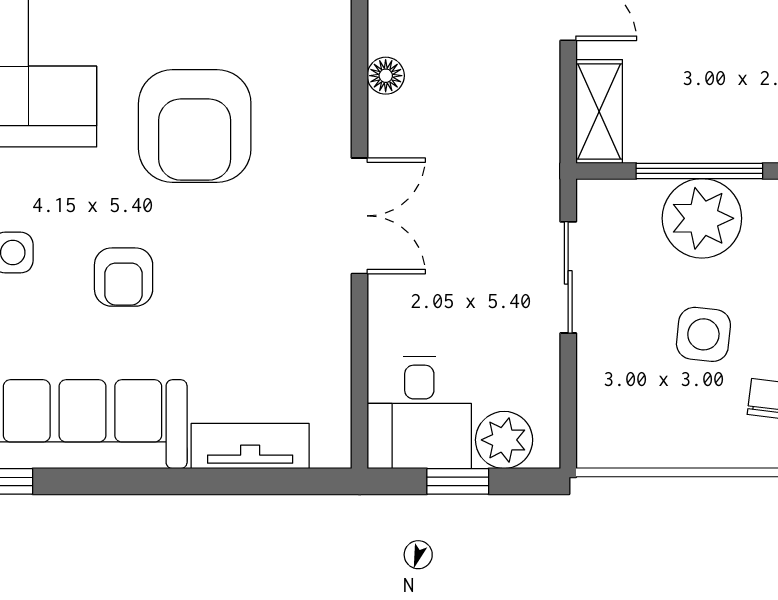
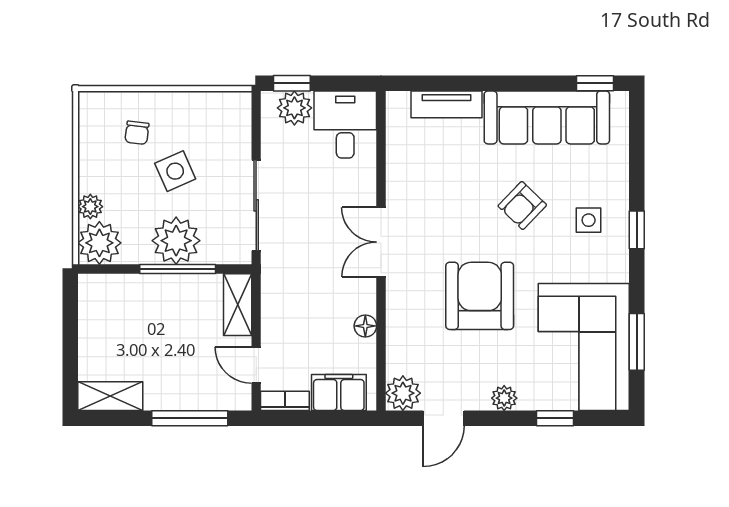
armchair: (124, 277) -> (522, 205), turned -136
sliding door: (568, 277) -> (256, 205), width x1.37
side table: (703, 334) -> (175, 171), turned -30
window: (458, 481) -> (292, 83), moved

